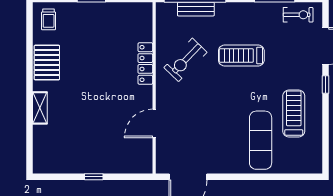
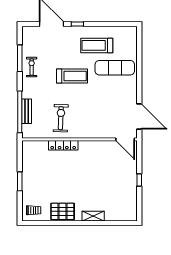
exercise bike: (298, 15) -> (32, 67), moved
treadmill: (241, 56) -> (72, 76), moved, turned -90
exercise bike: (185, 60) -> (61, 118), turned -132
door: (154, 123) -> (125, 139), moved

